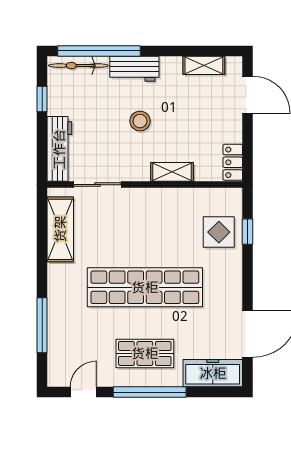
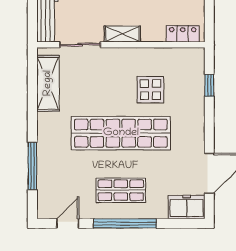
locker: (233, 162) -> (183, 34), moved, turned 90
shelving: (172, 172) -> (122, 34), moved
display table: (219, 232) -> (150, 90), moved
freezer: (213, 373) -> (187, 207), width x0.71

